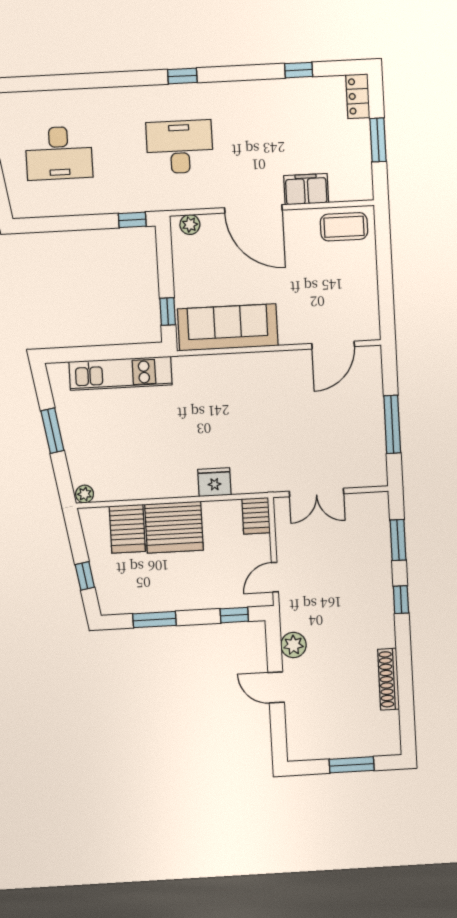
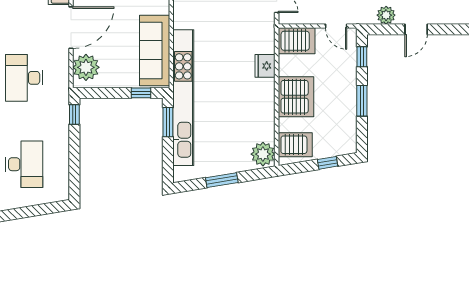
plant: (190, 225) -> (86, 67), width x1.87, depth x1.87
window: (129, 351) -> (168, 122), added
kitchen unit: (121, 373) -> (183, 98), width x1.86
plant: (85, 494) -> (263, 154), width x1.87, depth x1.87
server rack: (256, 516) -> (297, 41), width x1.36, depth x1.44
server rack: (127, 529) -> (295, 145), moved
window: (154, 620) -> (362, 101), moved

